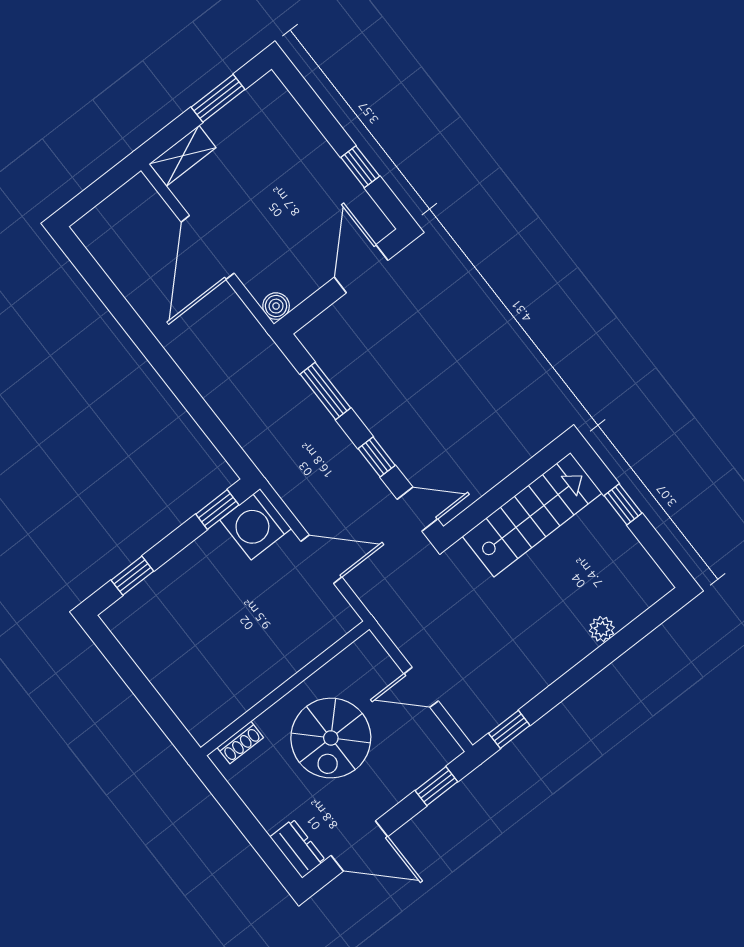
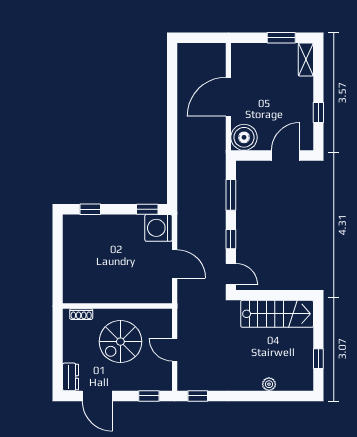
shelving: (183, 156) -> (306, 59), moved, turned 90
boiler: (276, 306) -> (244, 137), width x1.86, depth x1.86
window: (623, 504) -> (318, 359), moved

